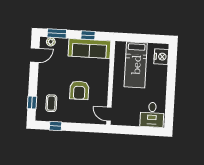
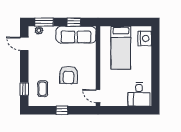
door: (35, 55) -> (24, 44), swing flipped
window: (55, 126) -> (62, 110), moved

